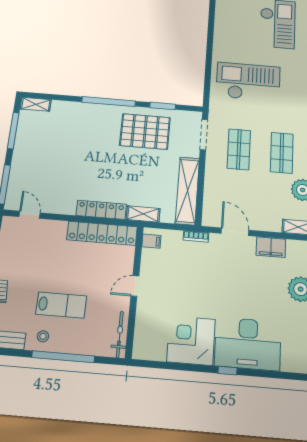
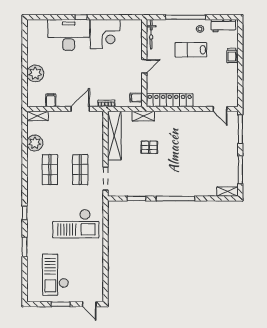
pallet: (145, 131) -> (149, 147), moved, width x0.49, depth x0.50
locker: (101, 210) -> (172, 117), removed
door: (235, 232) -> (80, 109), swing flipped
filing cabinet: (271, 247) -> (51, 100), width x0.50

